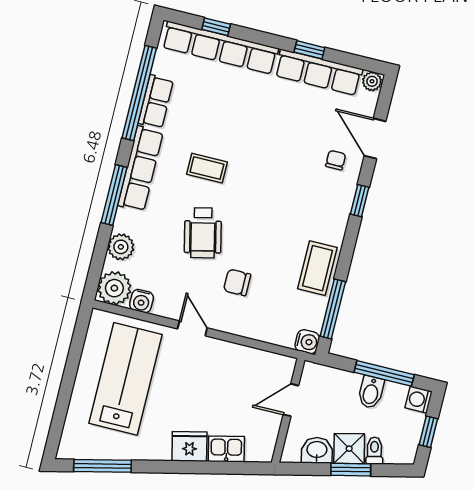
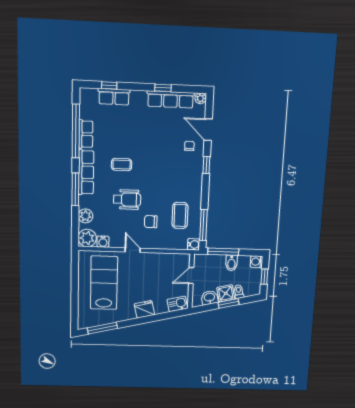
row of seats: (220, 48) -> (114, 97), width x0.50
wheelchair: (203, 233) -> (127, 199), turned -77
coffee table: (317, 268) -> (180, 215), moved
window: (384, 373) -> (223, 252), moved
kitchen sink: (226, 449) -> (177, 304), moved

